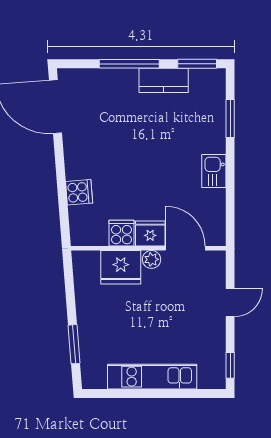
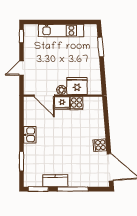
cooker: (79, 192) -> (100, 145), moved

